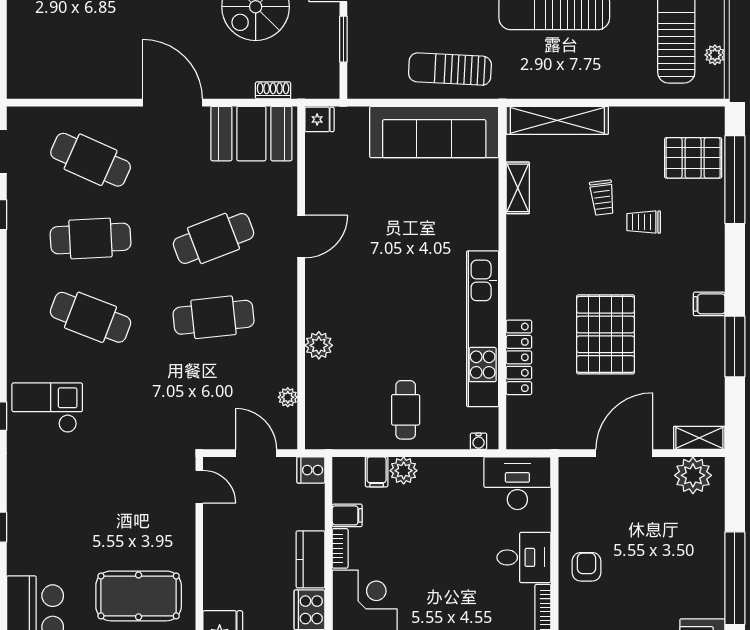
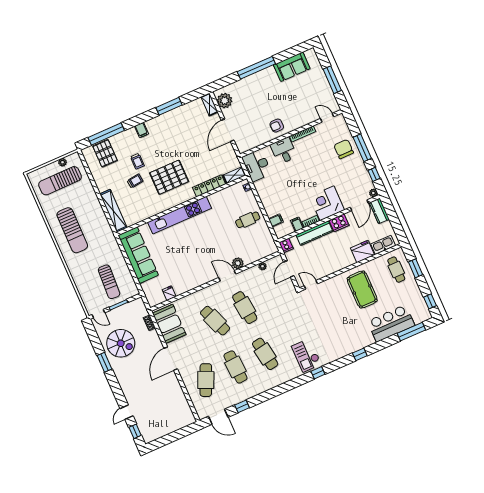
sun lounger: (450, 69) -> (109, 282), moved
fridge: (319, 119) -> (169, 293), moved
shelving: (518, 188) -> (234, 175), moved
door: (301, 236) -> (227, 276), moved
filing cabinet: (709, 304) -> (141, 130), moved
cafe table: (91, 317) -> (265, 354), turned -30
kitchen unit: (483, 329) -> (180, 215), moved
pallet: (606, 334) -> (169, 177), moved
door: (624, 453) -> (228, 130), hinge flipped
plant: (404, 471) -> (271, 210), removed
door: (199, 487) -> (311, 285), hinge flipped
kitchen counter: (310, 559) -> (314, 233), width x1.50

